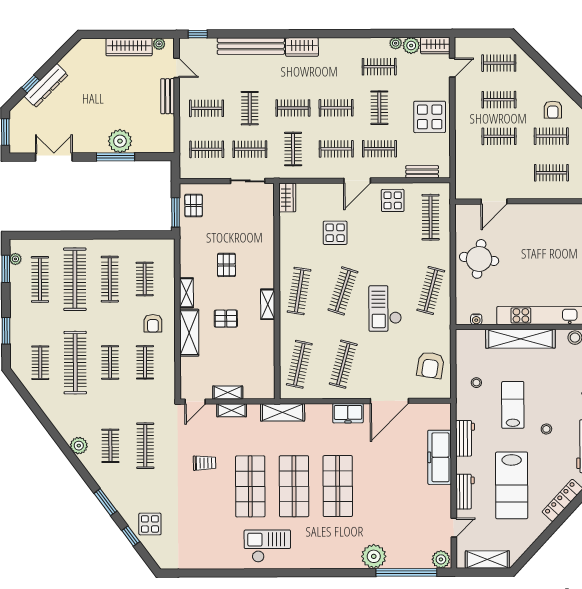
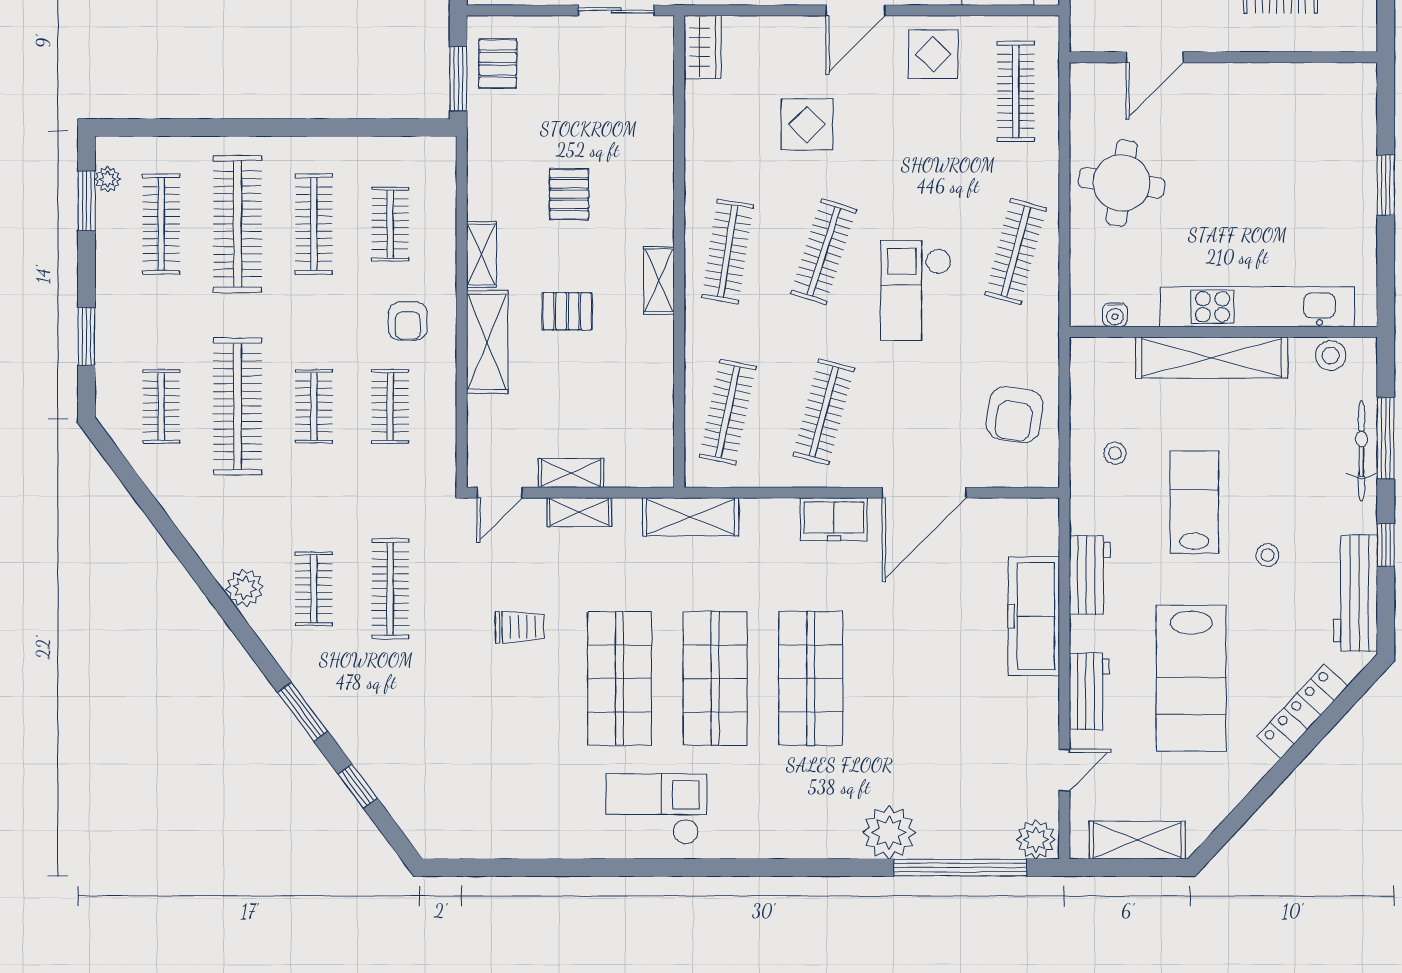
display table: (150, 524) -> (400, 760), removed

